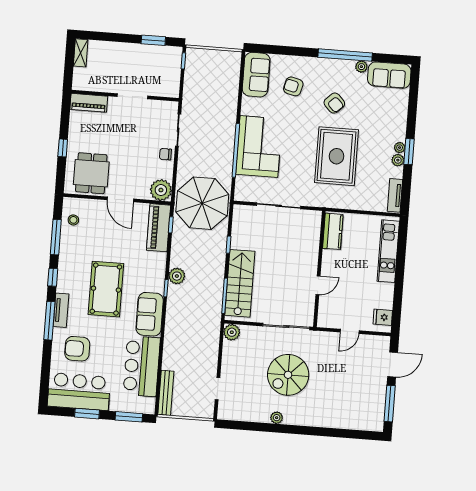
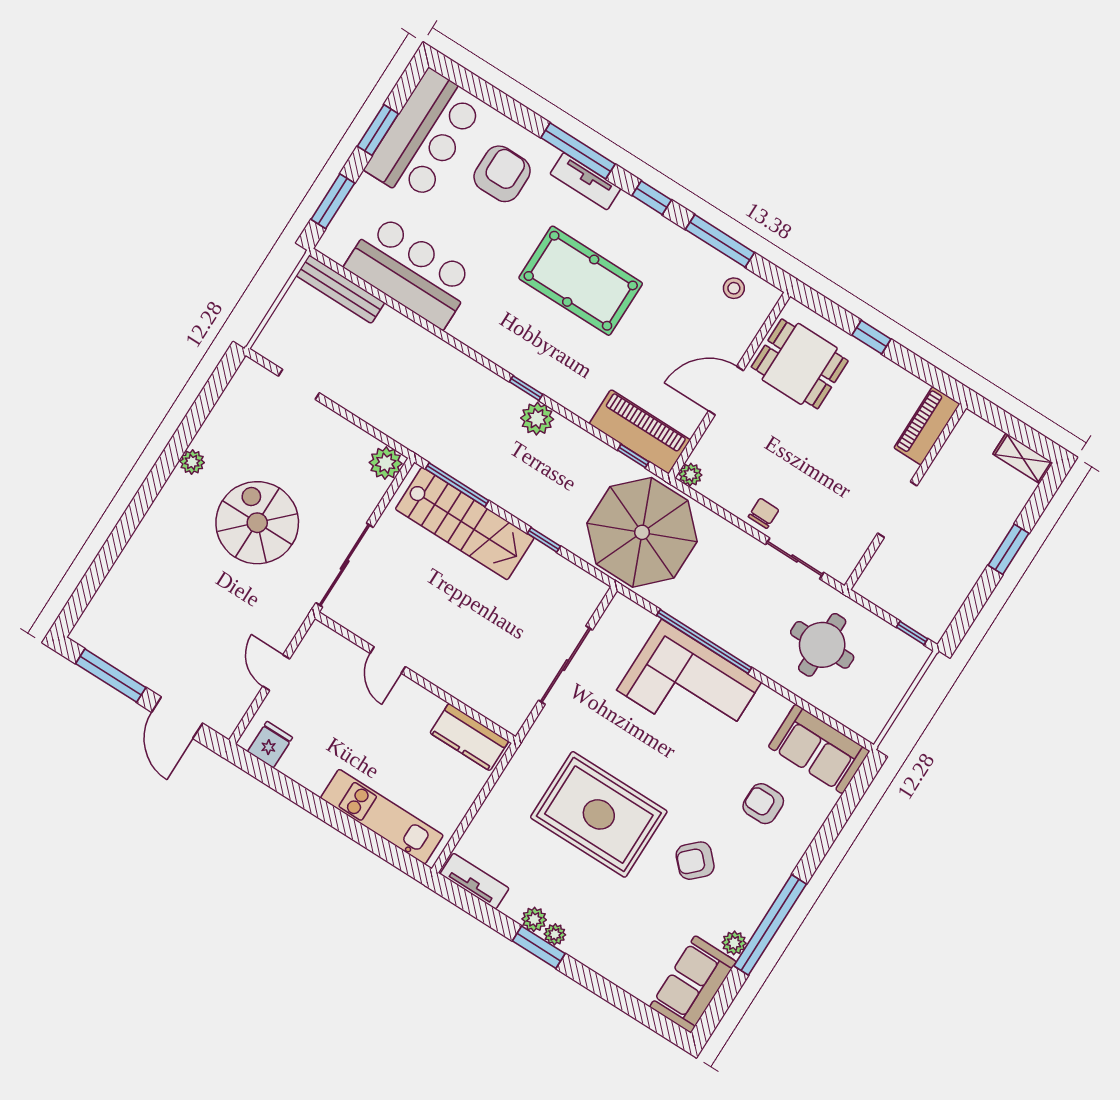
window: (153, 40) -> (1008, 549), moved
armchair: (293, 86) -> (763, 804), turned -104
round table: (210, 98) -> (822, 645), added
plant: (161, 190) -> (690, 475), width x0.53, depth x0.53
sofa: (150, 314) -> (495, 334), removed

